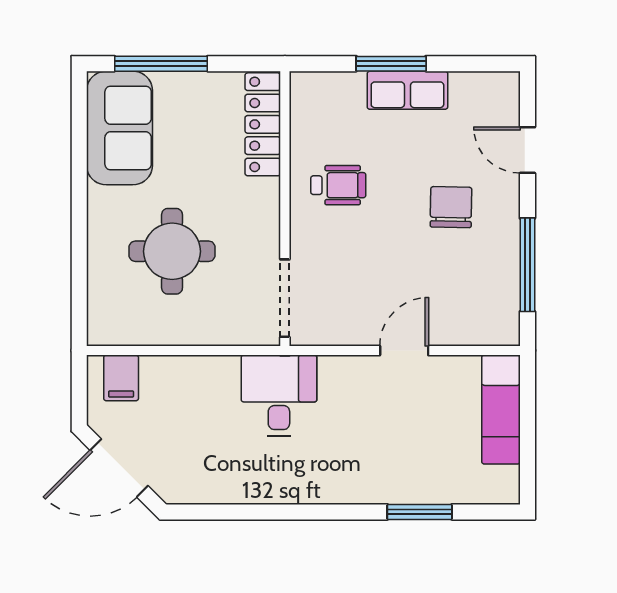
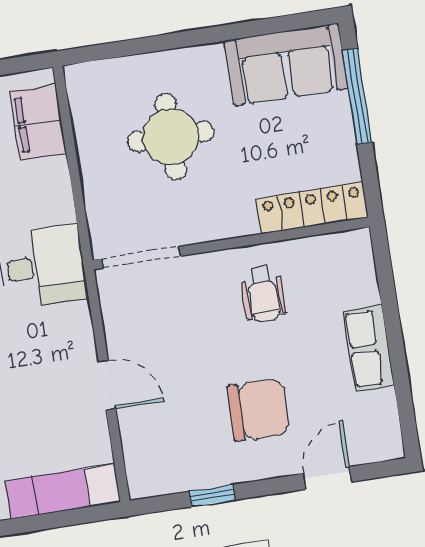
window: (391, 64) -> (393, 327), removed
chair: (451, 207) -> (258, 410), width x1.37, depth x1.37
window: (527, 265) -> (212, 496), width x0.46
filing cabinet: (121, 378) -> (38, 123), width x2.00

